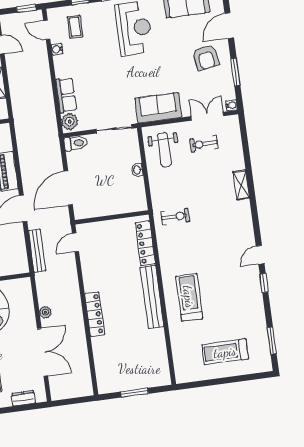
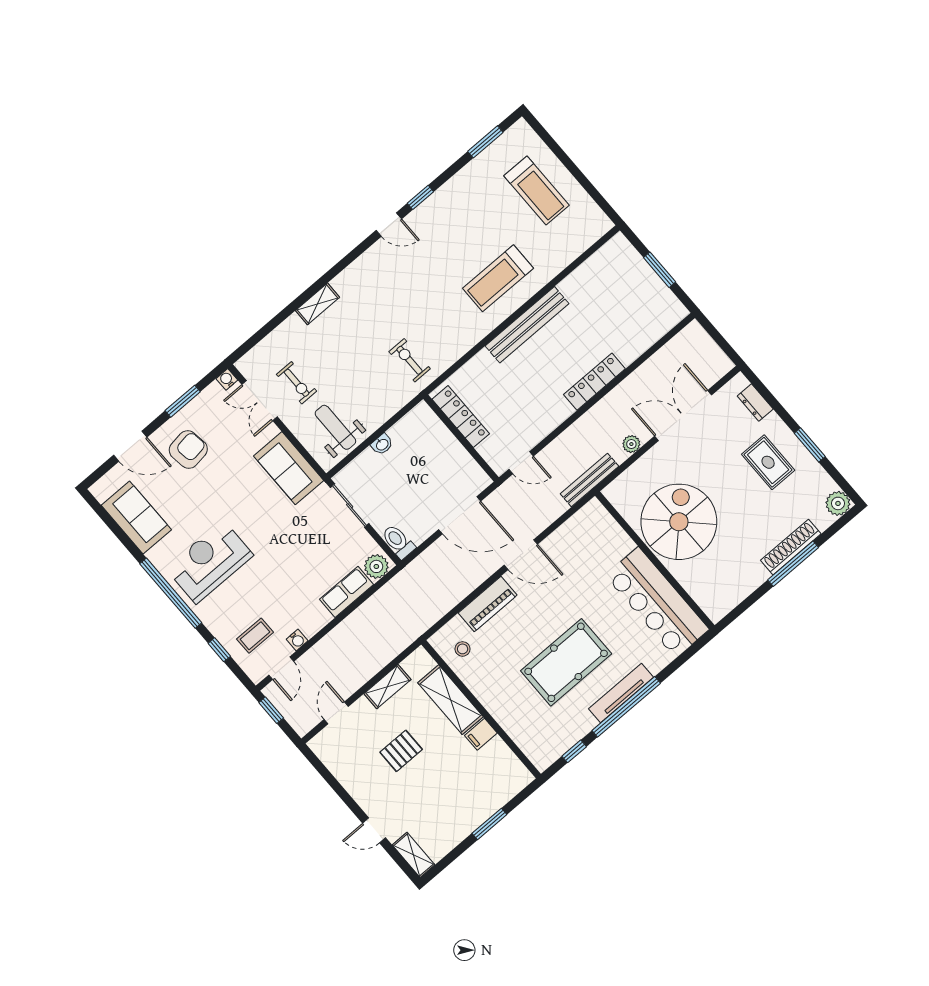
weight bench: (164, 150) -> (335, 427), turned -90
locker: (145, 243) -> (461, 416), moved, turned -90
bench: (37, 251) -> (589, 480), moved

